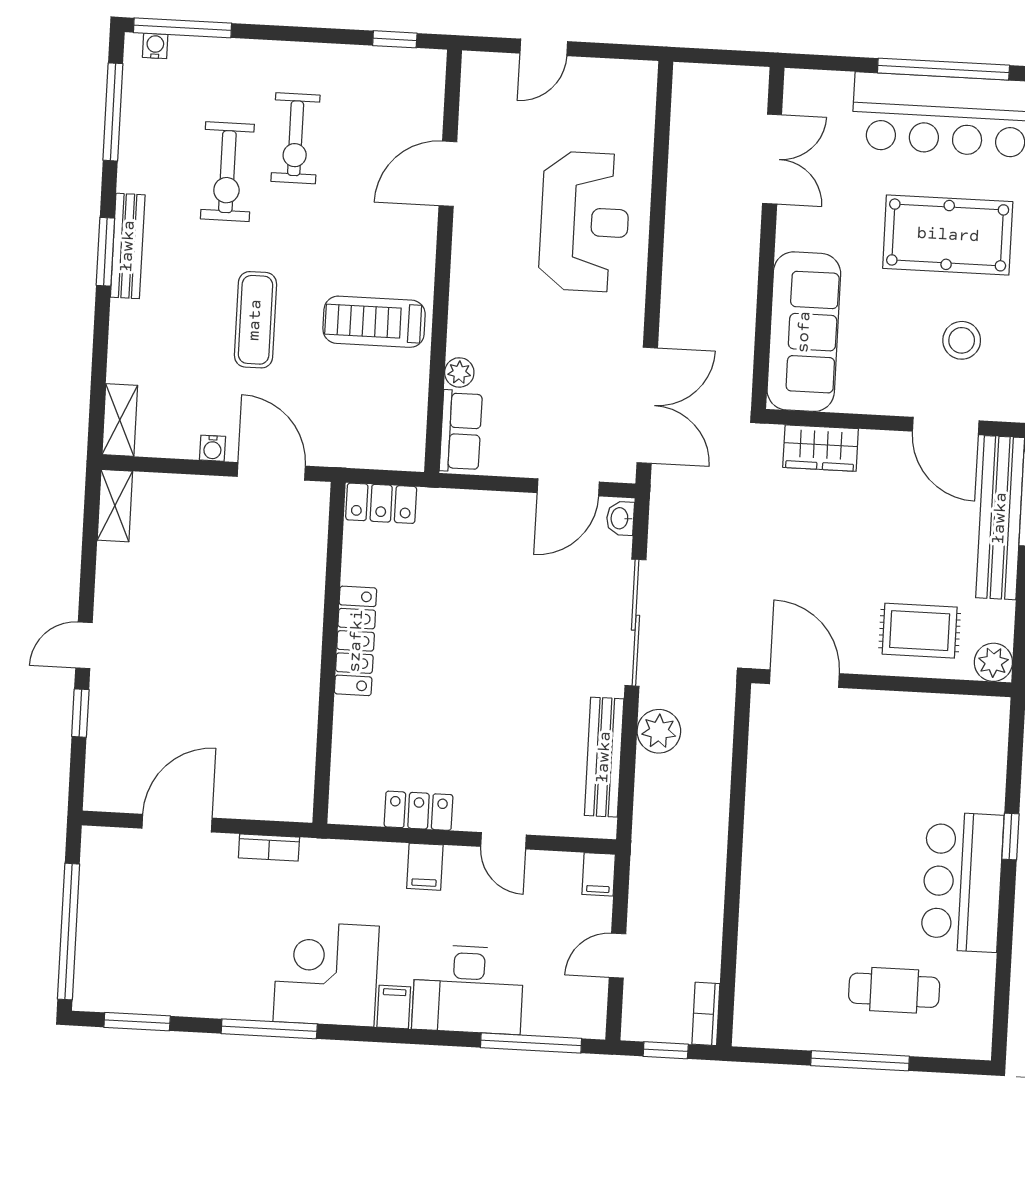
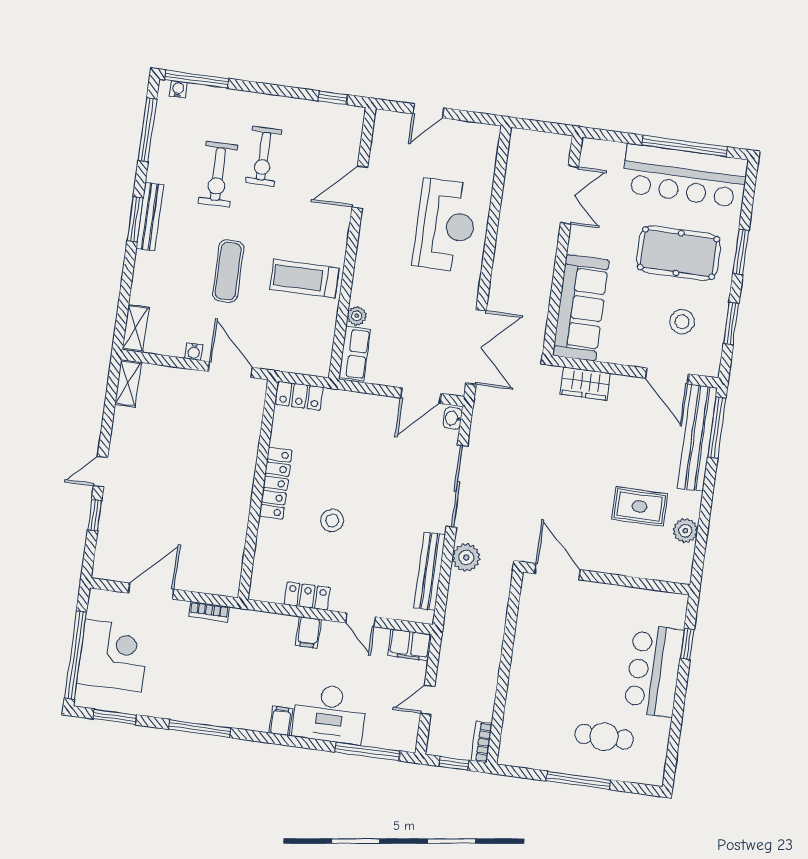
door: (804, 679) -> (557, 572), moved
wall: (881, 683) -> (607, 578), moved
stool: (447, 691) -> (332, 521), added
filing cabinet: (599, 874) -> (410, 645), width x2.00
corner desk: (326, 974) -> (113, 655), moved, turned 90

